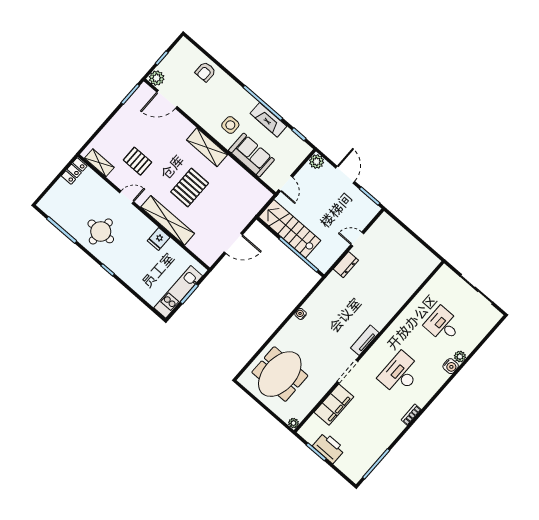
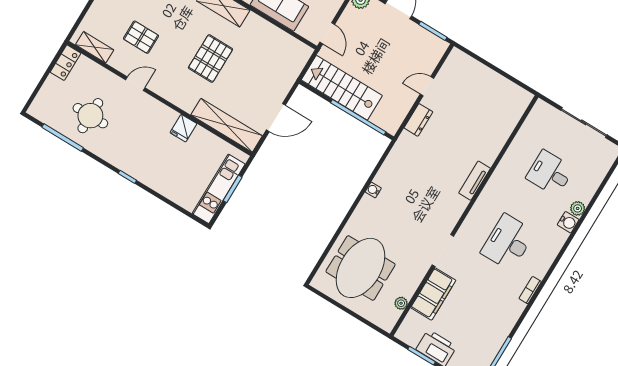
shelving: (168, 220) -> (227, 125), moved
round table: (101, 231) -> (90, 116), moved
tv unit: (365, 340) -> (475, 181), moved
plant: (293, 423) -> (401, 303), moved

